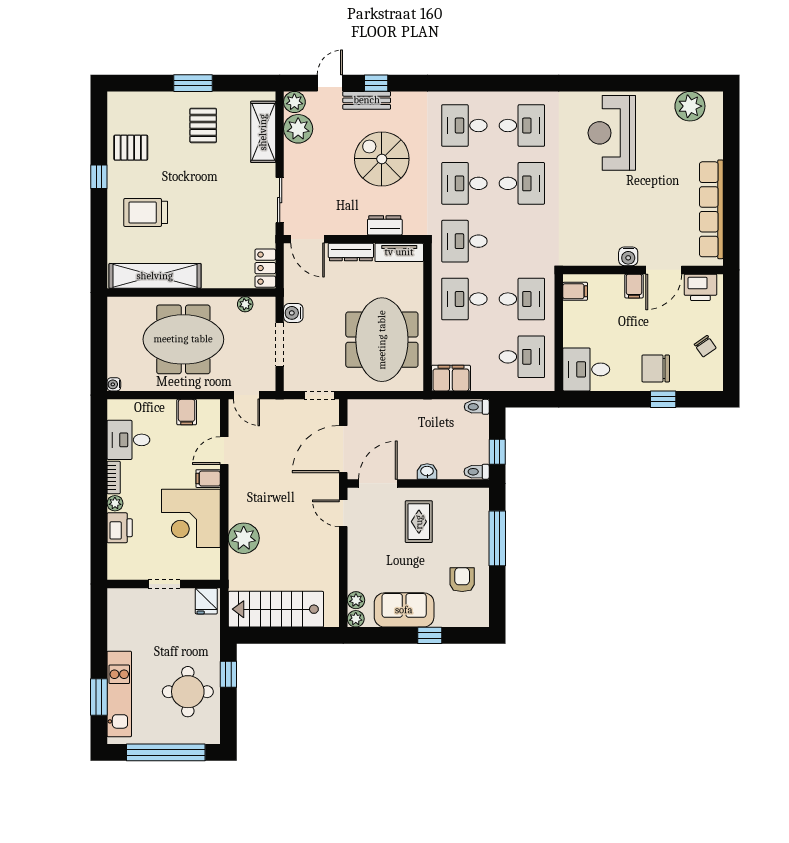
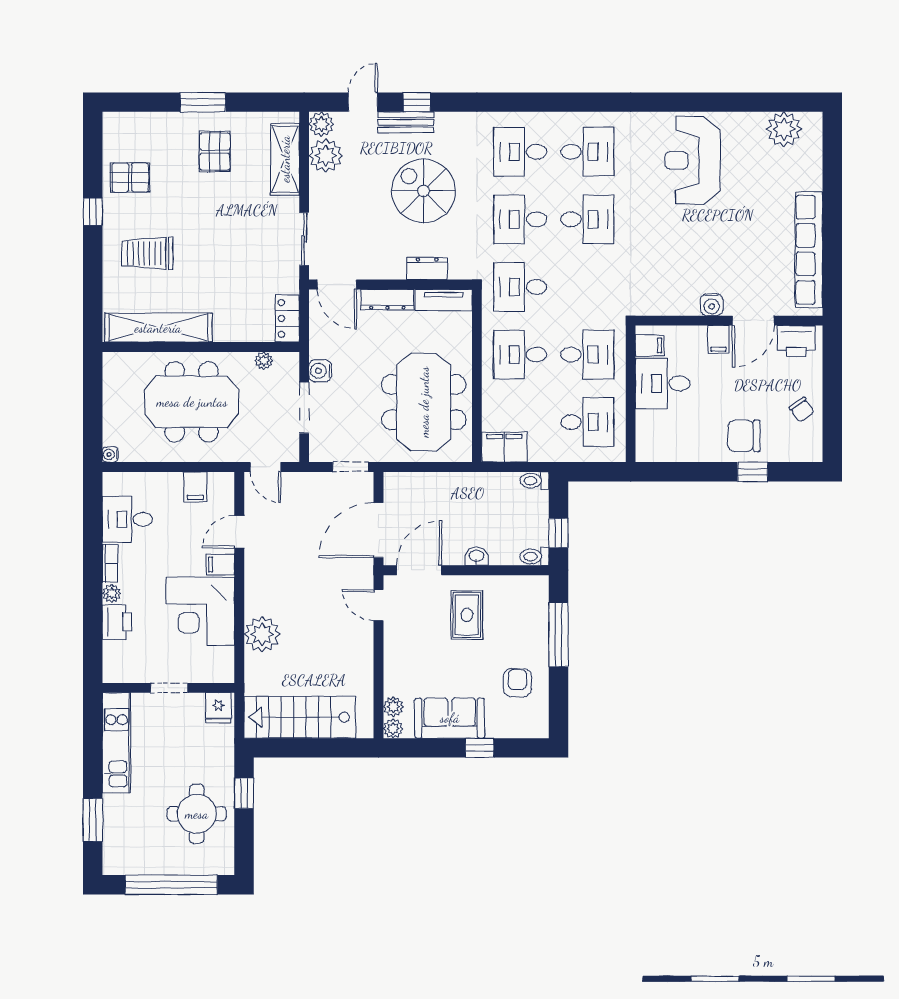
desk: (586, 369) -> (663, 383), moved
kitchen unit: (119, 694) -> (117, 743), moved

